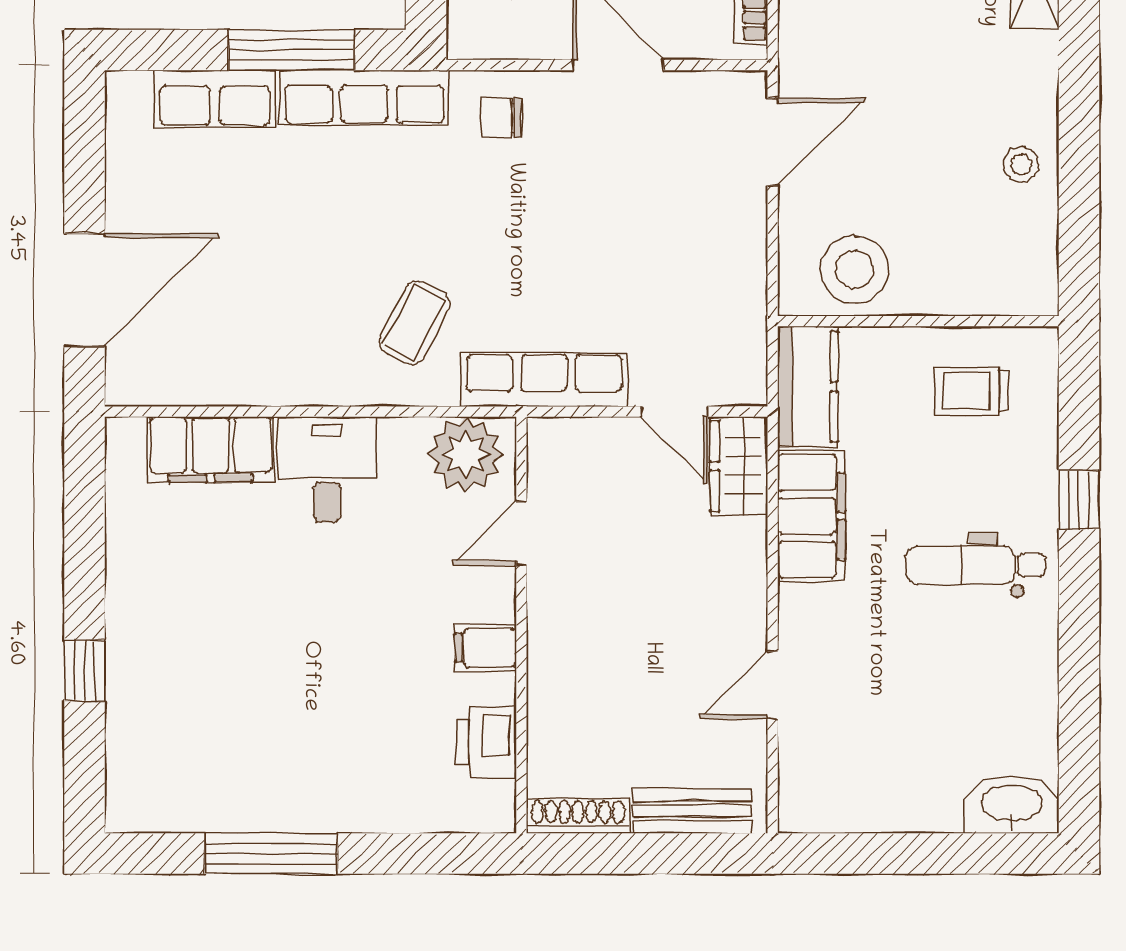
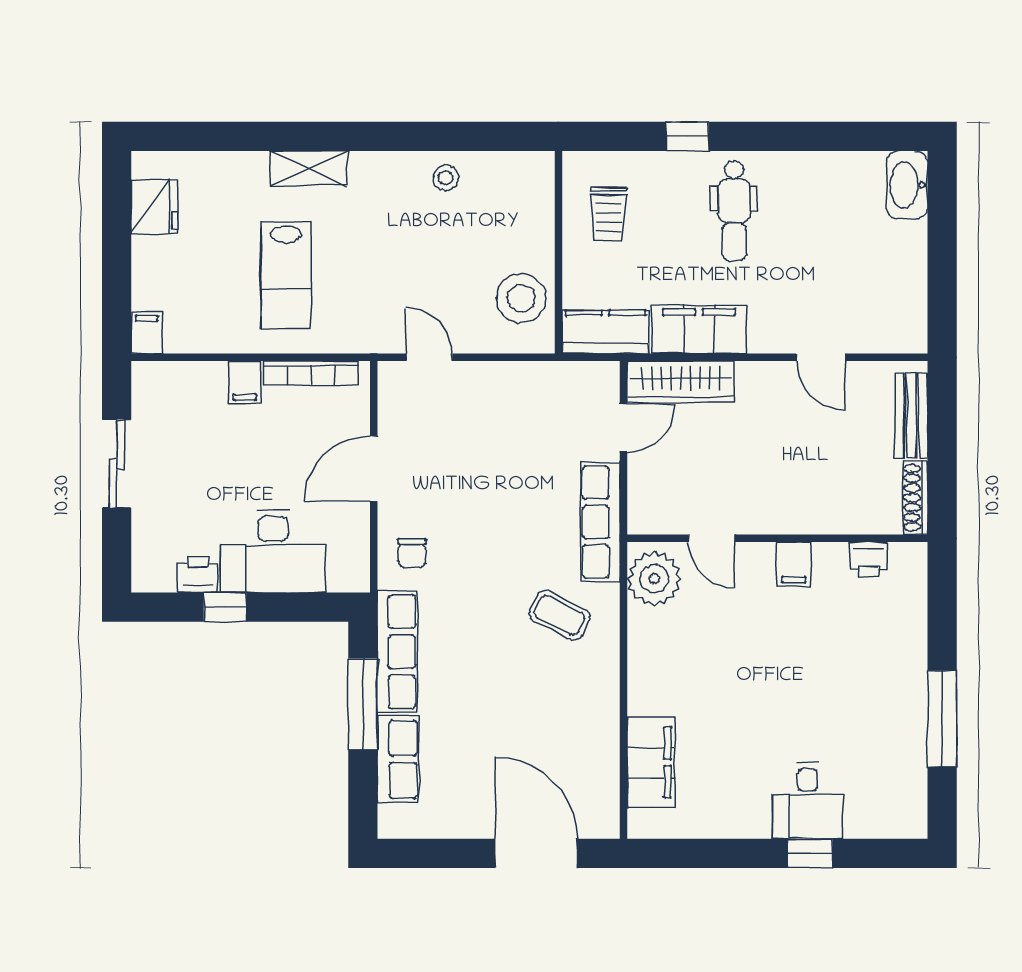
door: (773, 142) -> (429, 357), width x0.73
wardrobe: (739, 466) -> (681, 382), width x1.50
desk: (327, 470) -> (807, 801), moved, turned -90
printer: (487, 742) -> (869, 559), width x0.73, depth x0.81

